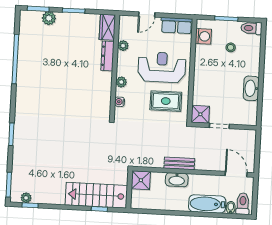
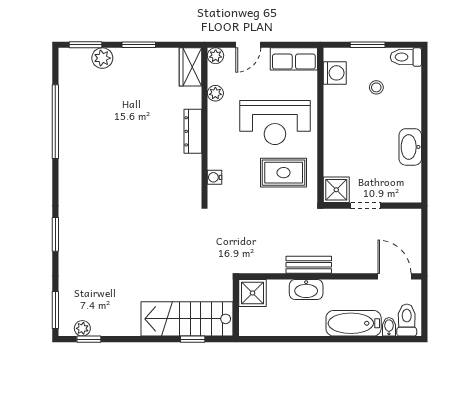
dresser: (107, 56) -> (193, 131), moved
reception desk: (162, 67) -> (275, 123), turned 180
plant: (121, 82) -> (216, 56), moved

